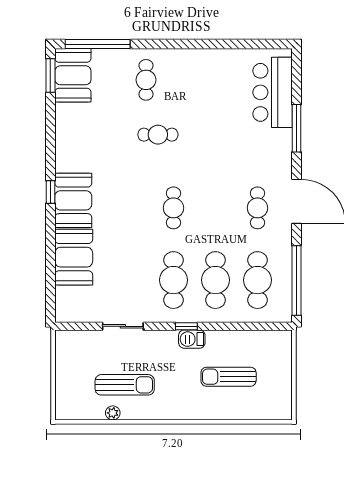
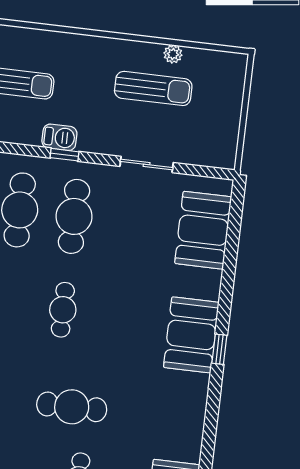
cafe table: (158, 135) -> (72, 407), width x1.37, depth x1.35
booth: (74, 257) -> (203, 230), moved
sun lounger: (125, 385) -> (153, 88), turned 180

